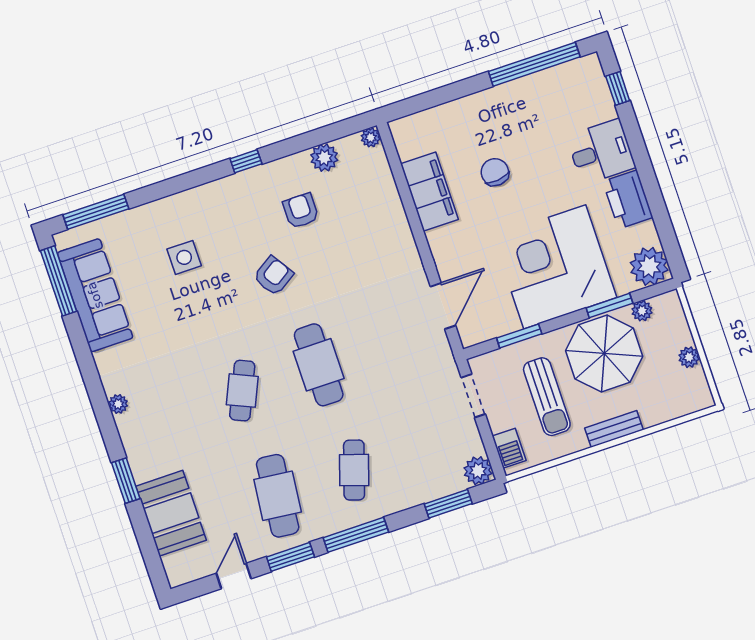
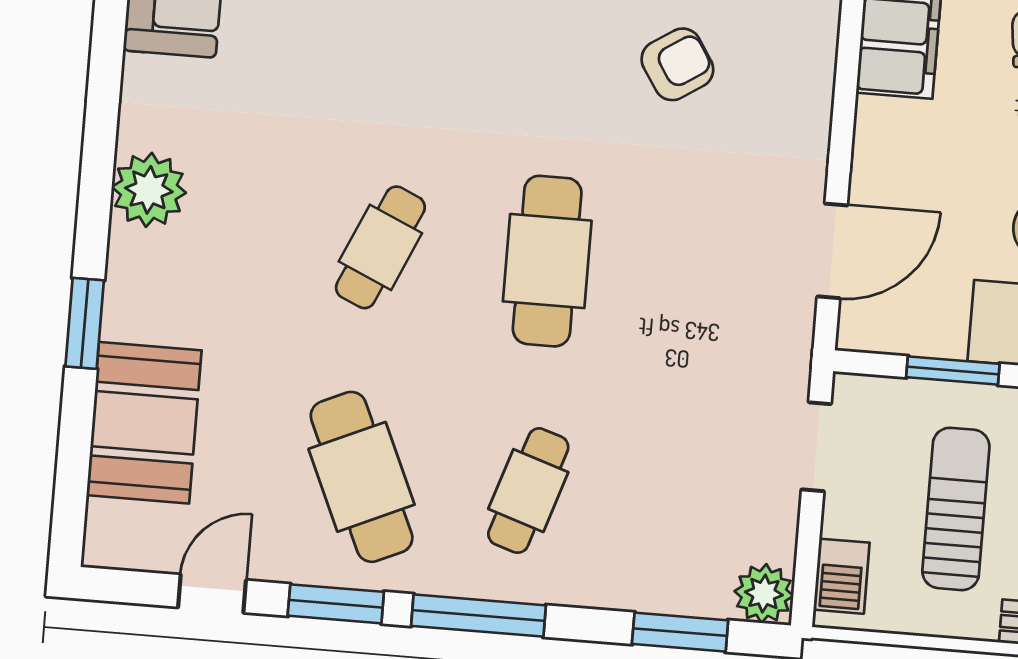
armchair: (273, 276) -> (677, 64), moved
sun lounger: (547, 397) -> (956, 509), turned 180
plant: (118, 404) -> (149, 190), width x1.87, depth x1.87
cafe table: (278, 496) -> (362, 477), turned -30

